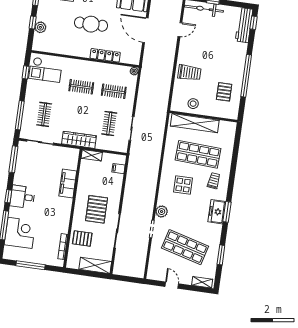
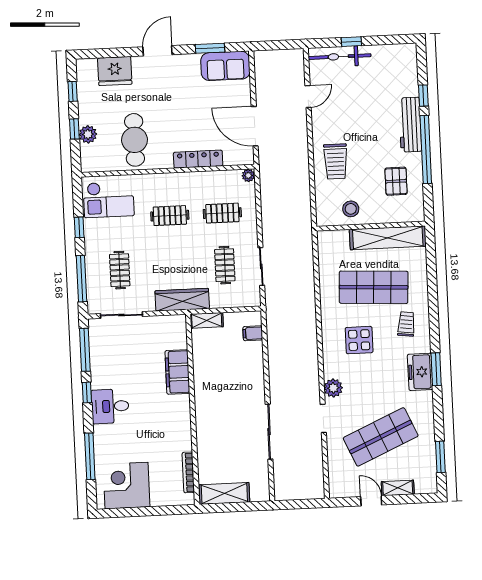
window: (254, 23) -> (423, 96), moved
cafe table: (91, 24) -> (135, 140), moved, turned 90
workbench: (244, 25) -> (410, 125), moved
door: (145, 30) -> (255, 126), moved
window: (26, 72) -> (79, 227), moved
trolley: (189, 73) -> (336, 161), turned 90
shelving: (195, 123) -> (388, 238), moved
window: (8, 196) -> (87, 392), moved
pallet: (97, 209) -> (230, 404), removed
corner desk: (20, 233) -> (127, 486), moved, turned -90
pallet: (82, 238) -> (217, 454), removed
shop shelf: (185, 247) -> (381, 437), turned -39
window: (221, 255) -> (440, 457), moved
window: (30, 265) -> (143, 512), removed
shelving: (95, 265) -> (224, 493), moved
shelving: (202, 282) -> (398, 488), moved

